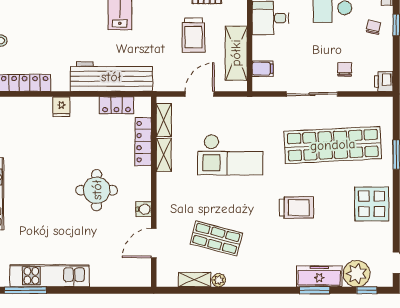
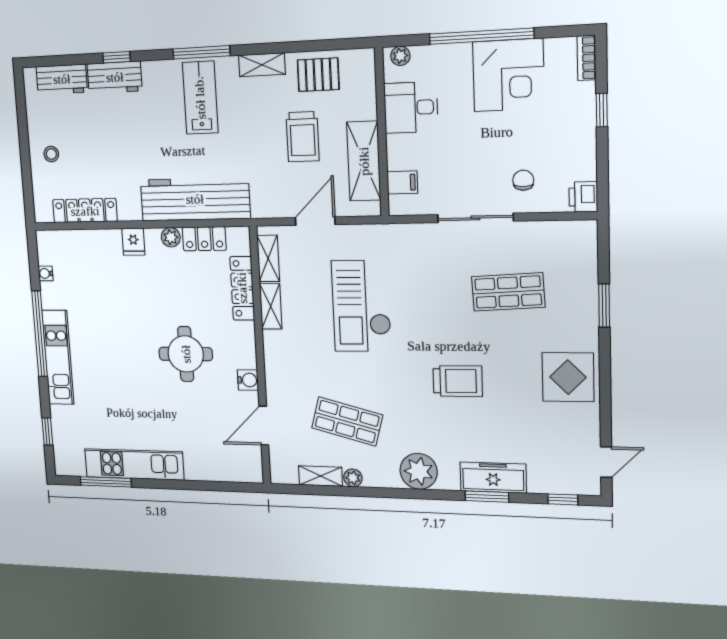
chair: (373, 27) -> (566, 115), removed
plant: (91, 104) -> (171, 237), added
shop shelf: (333, 145) -> (508, 292), width x0.50, depth x0.74
checkout: (230, 155) -> (361, 306), turned 90
plant: (357, 274) -> (419, 471), moved

